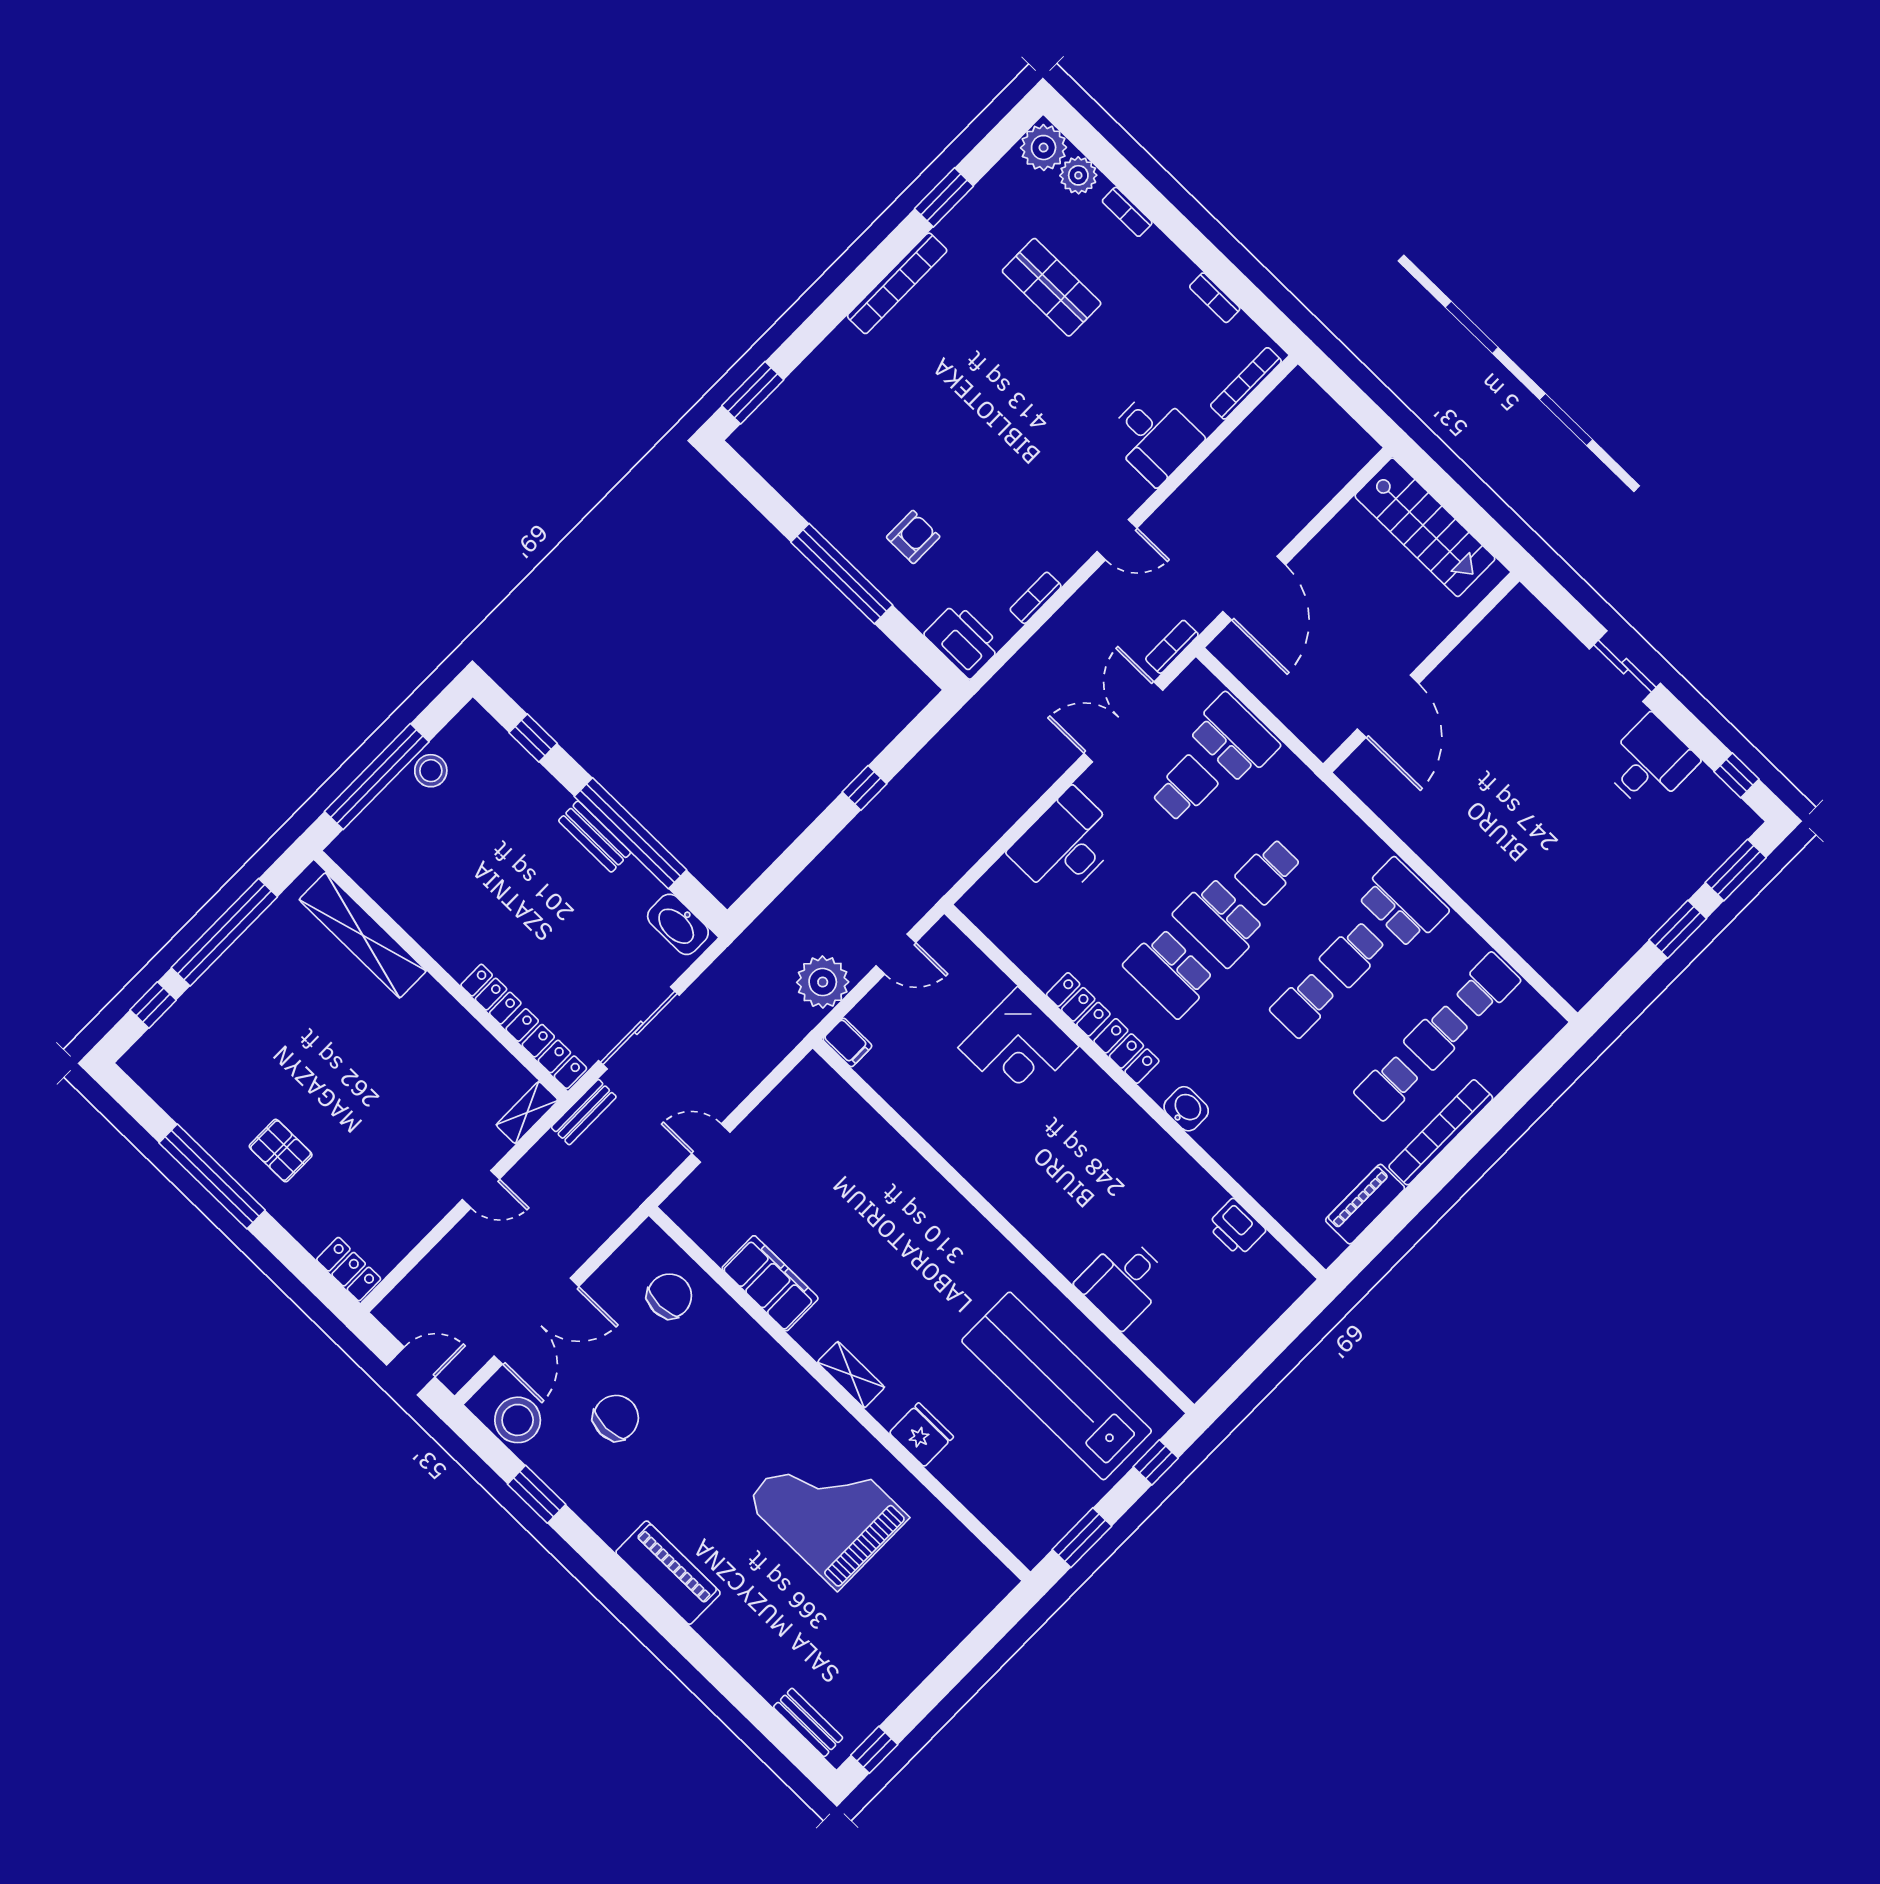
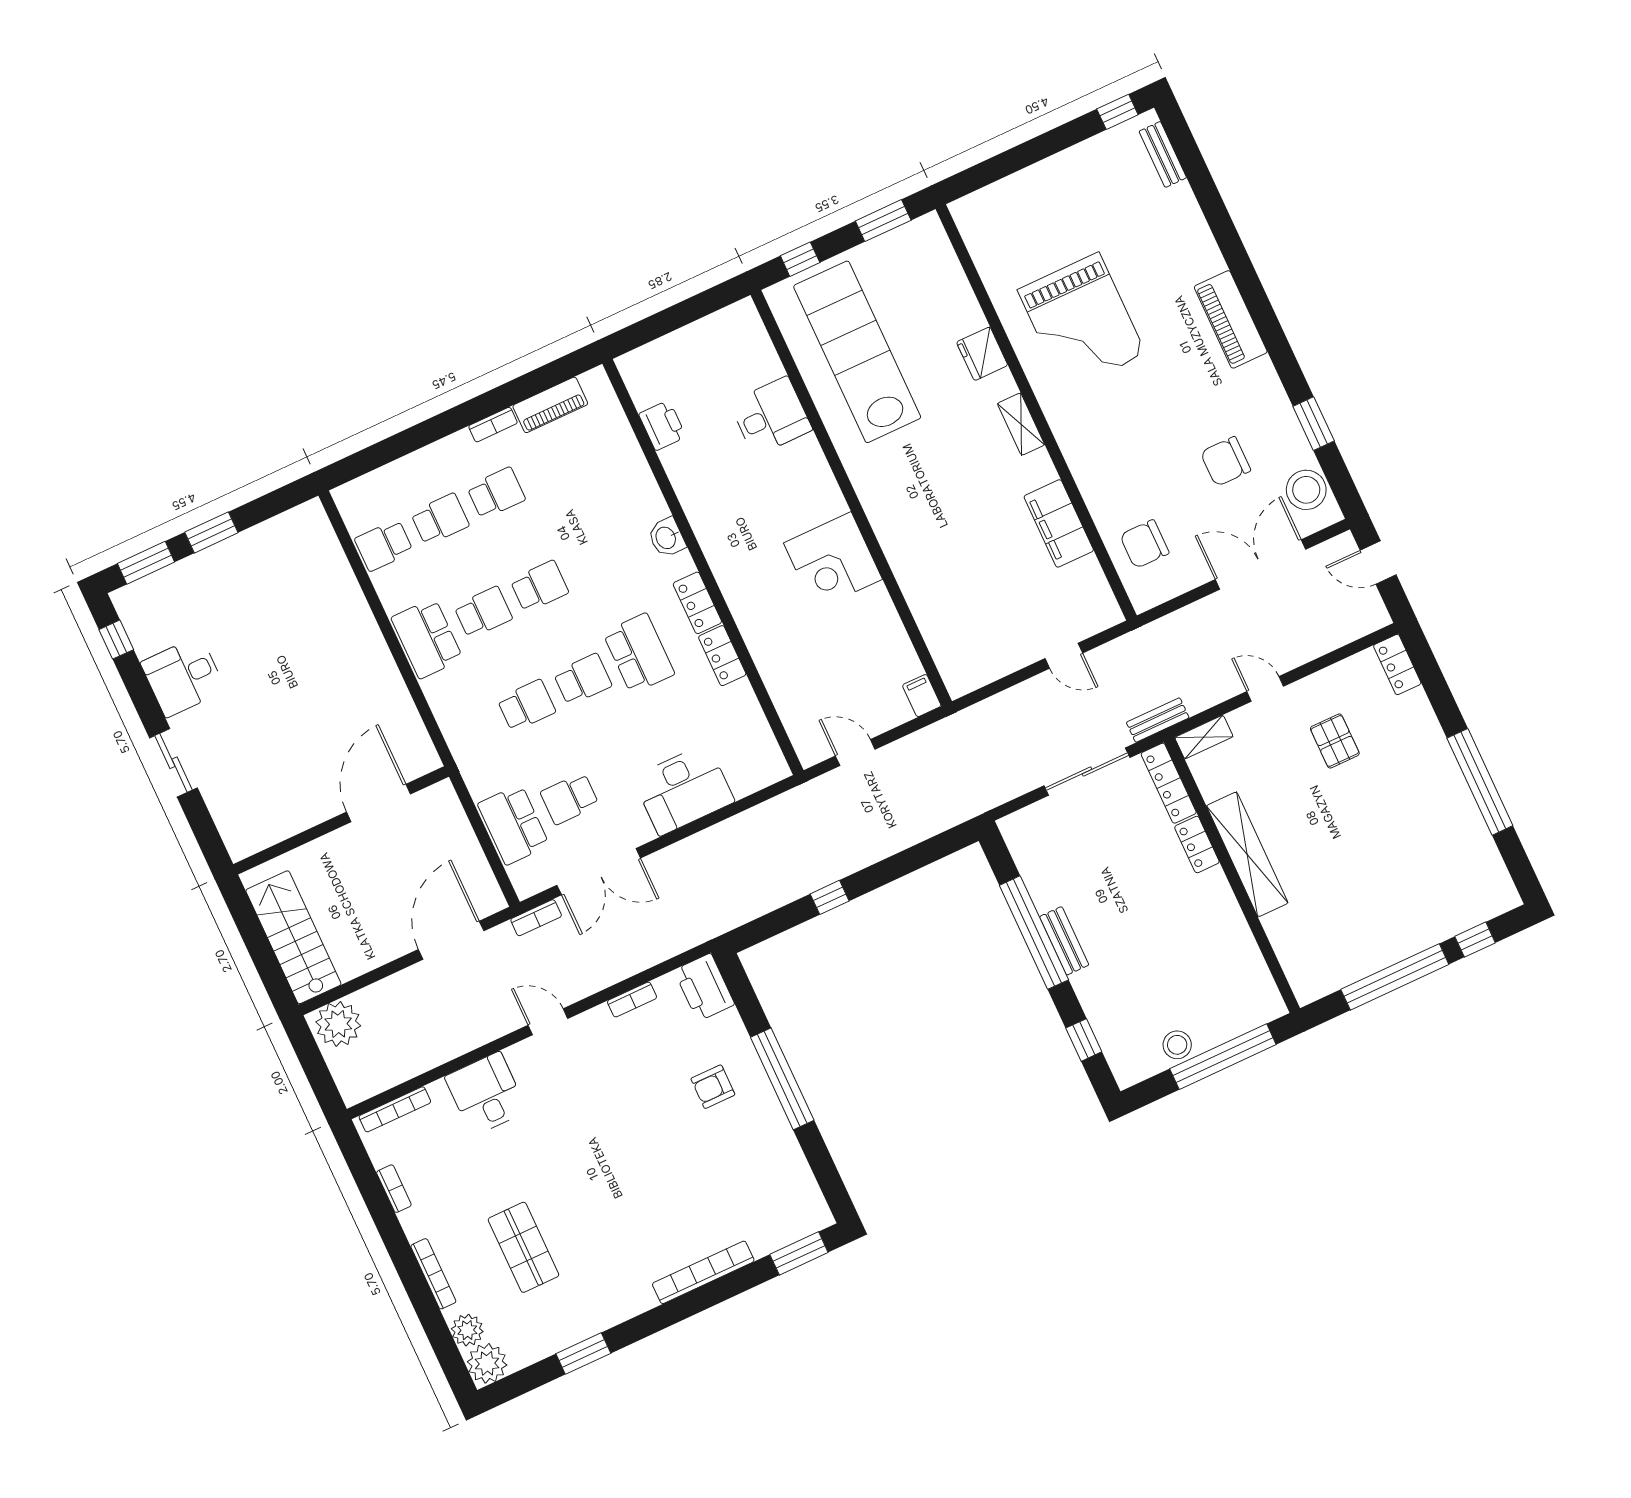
bookcase: (1127, 212) -> (433, 1274), width x1.56
bookcase: (897, 283) -> (703, 1272), moved
school desk: (1219, 922) -> (583, 679), width x0.54
washbasin: (678, 924) -> (1023, 844), removed
shelving: (363, 935) -> (1247, 854), moved
plant: (823, 982) -> (338, 1024), moved
corner desk: (1018, 1047) -> (833, 561), moved, turned 180
bookcase: (1441, 1132) -> (493, 425), width x0.43, depth x0.76
pallet: (281, 1151) -> (1335, 741), moved
lab bench: (1057, 1386) -> (857, 352), turned 180

